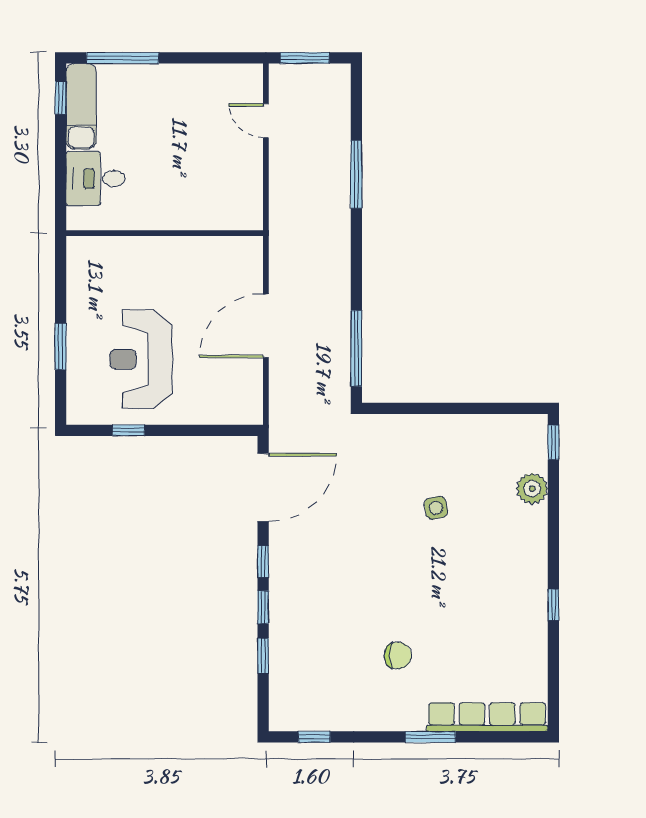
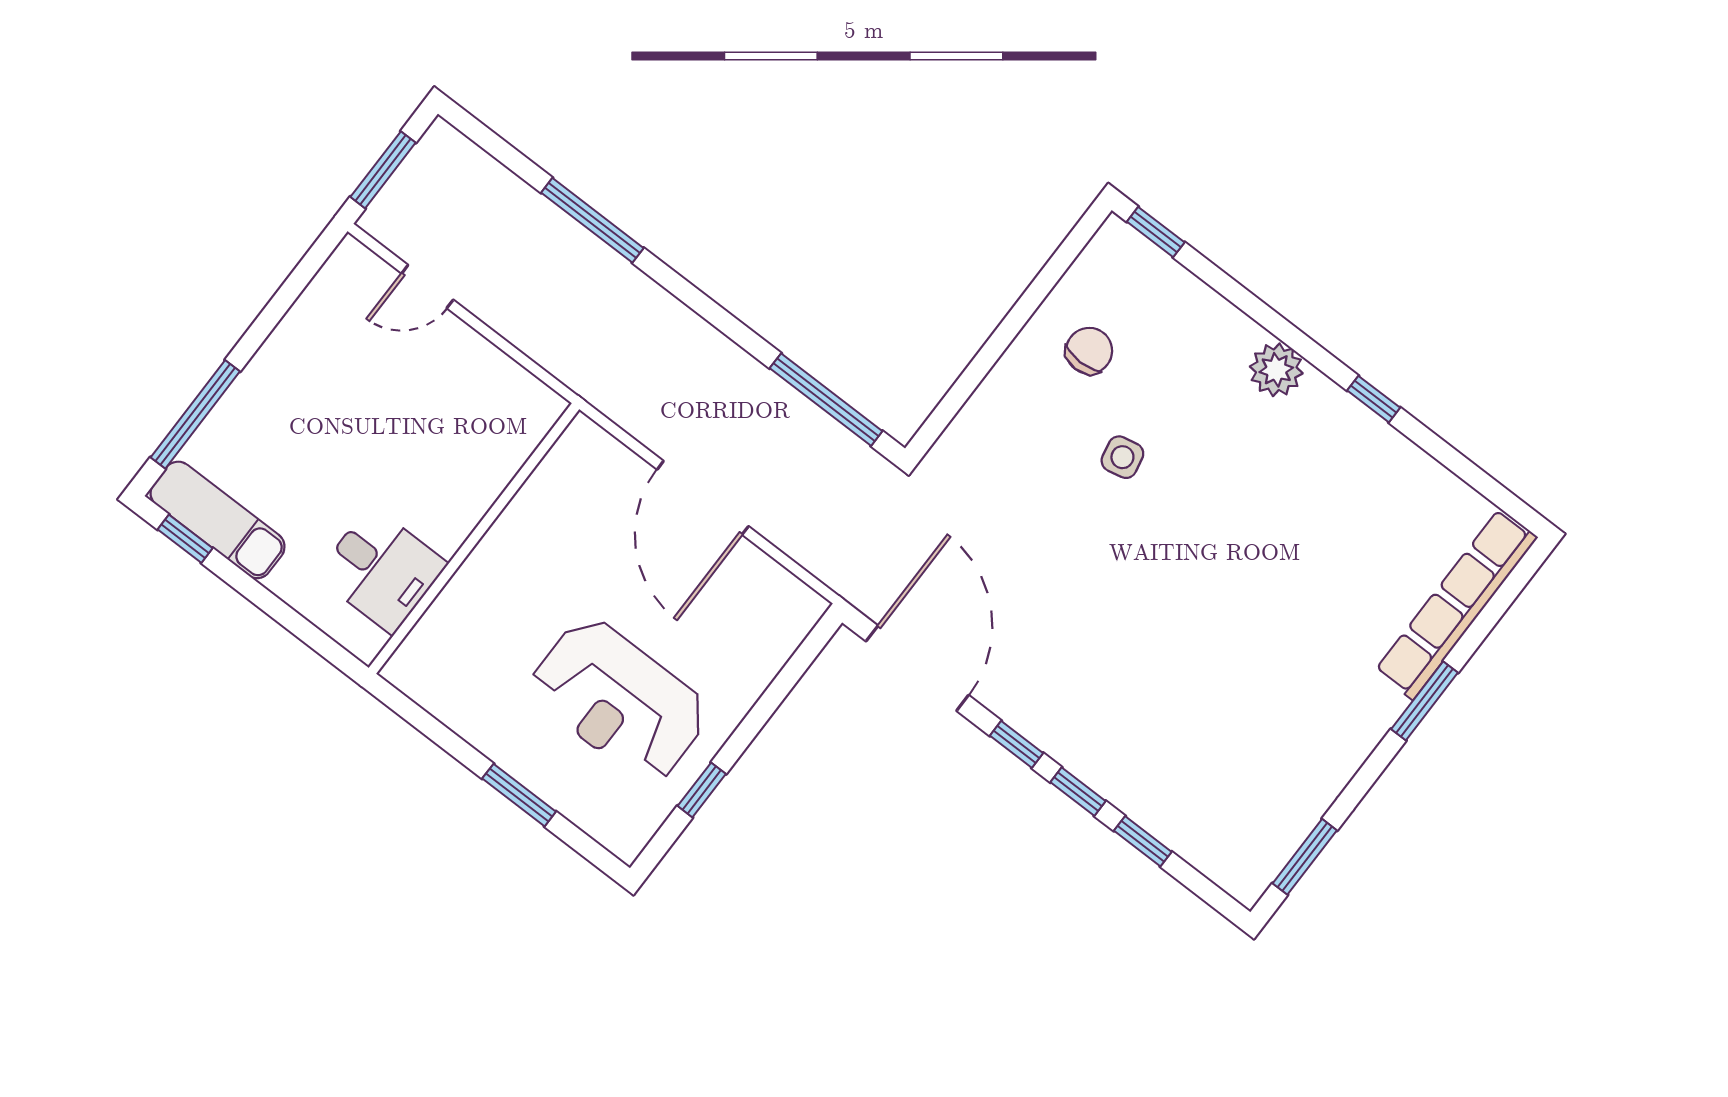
desk: (95, 179) -> (381, 570), moved, turned -90
plant: (532, 489) -> (1276, 370), moved
chair: (398, 656) -> (1089, 351), moved
window: (314, 737) -> (1305, 857), width x1.50

